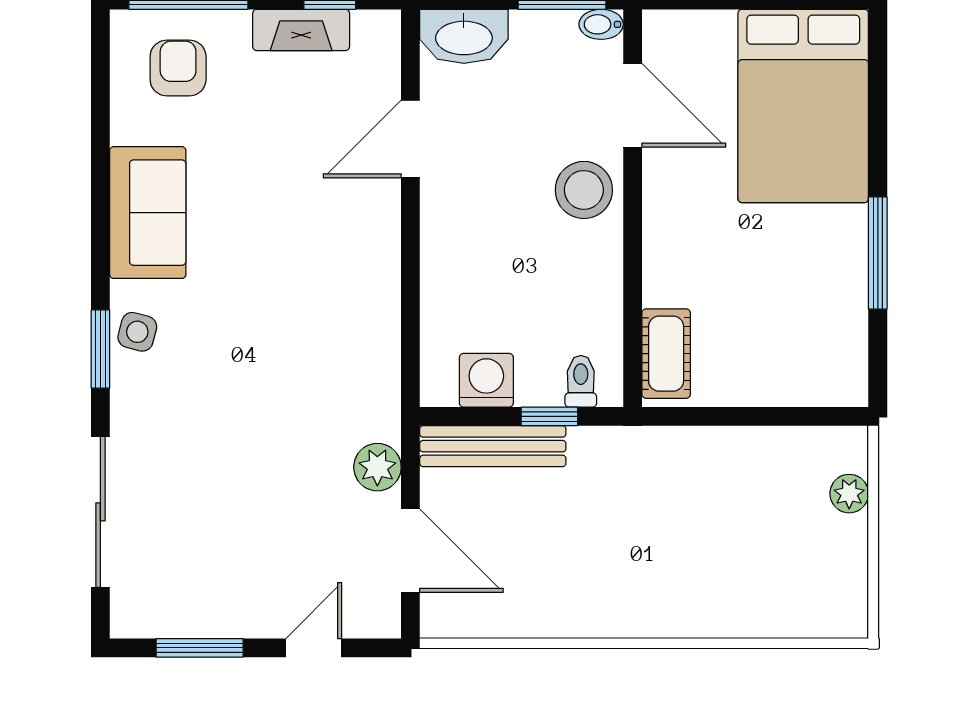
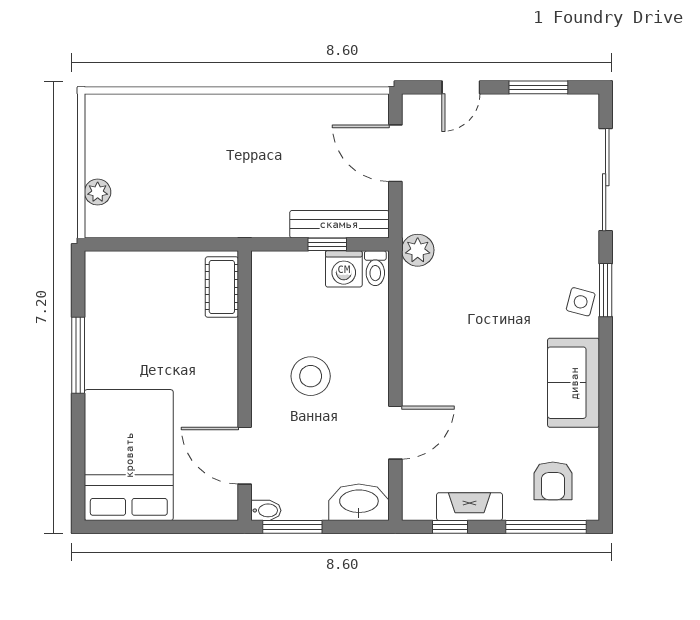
stool: (584, 190) -> (311, 376), moved
toilet: (581, 381) -> (375, 268), moved
window: (549, 416) -> (327, 244), moved
plant: (377, 467) -> (418, 250), moved

